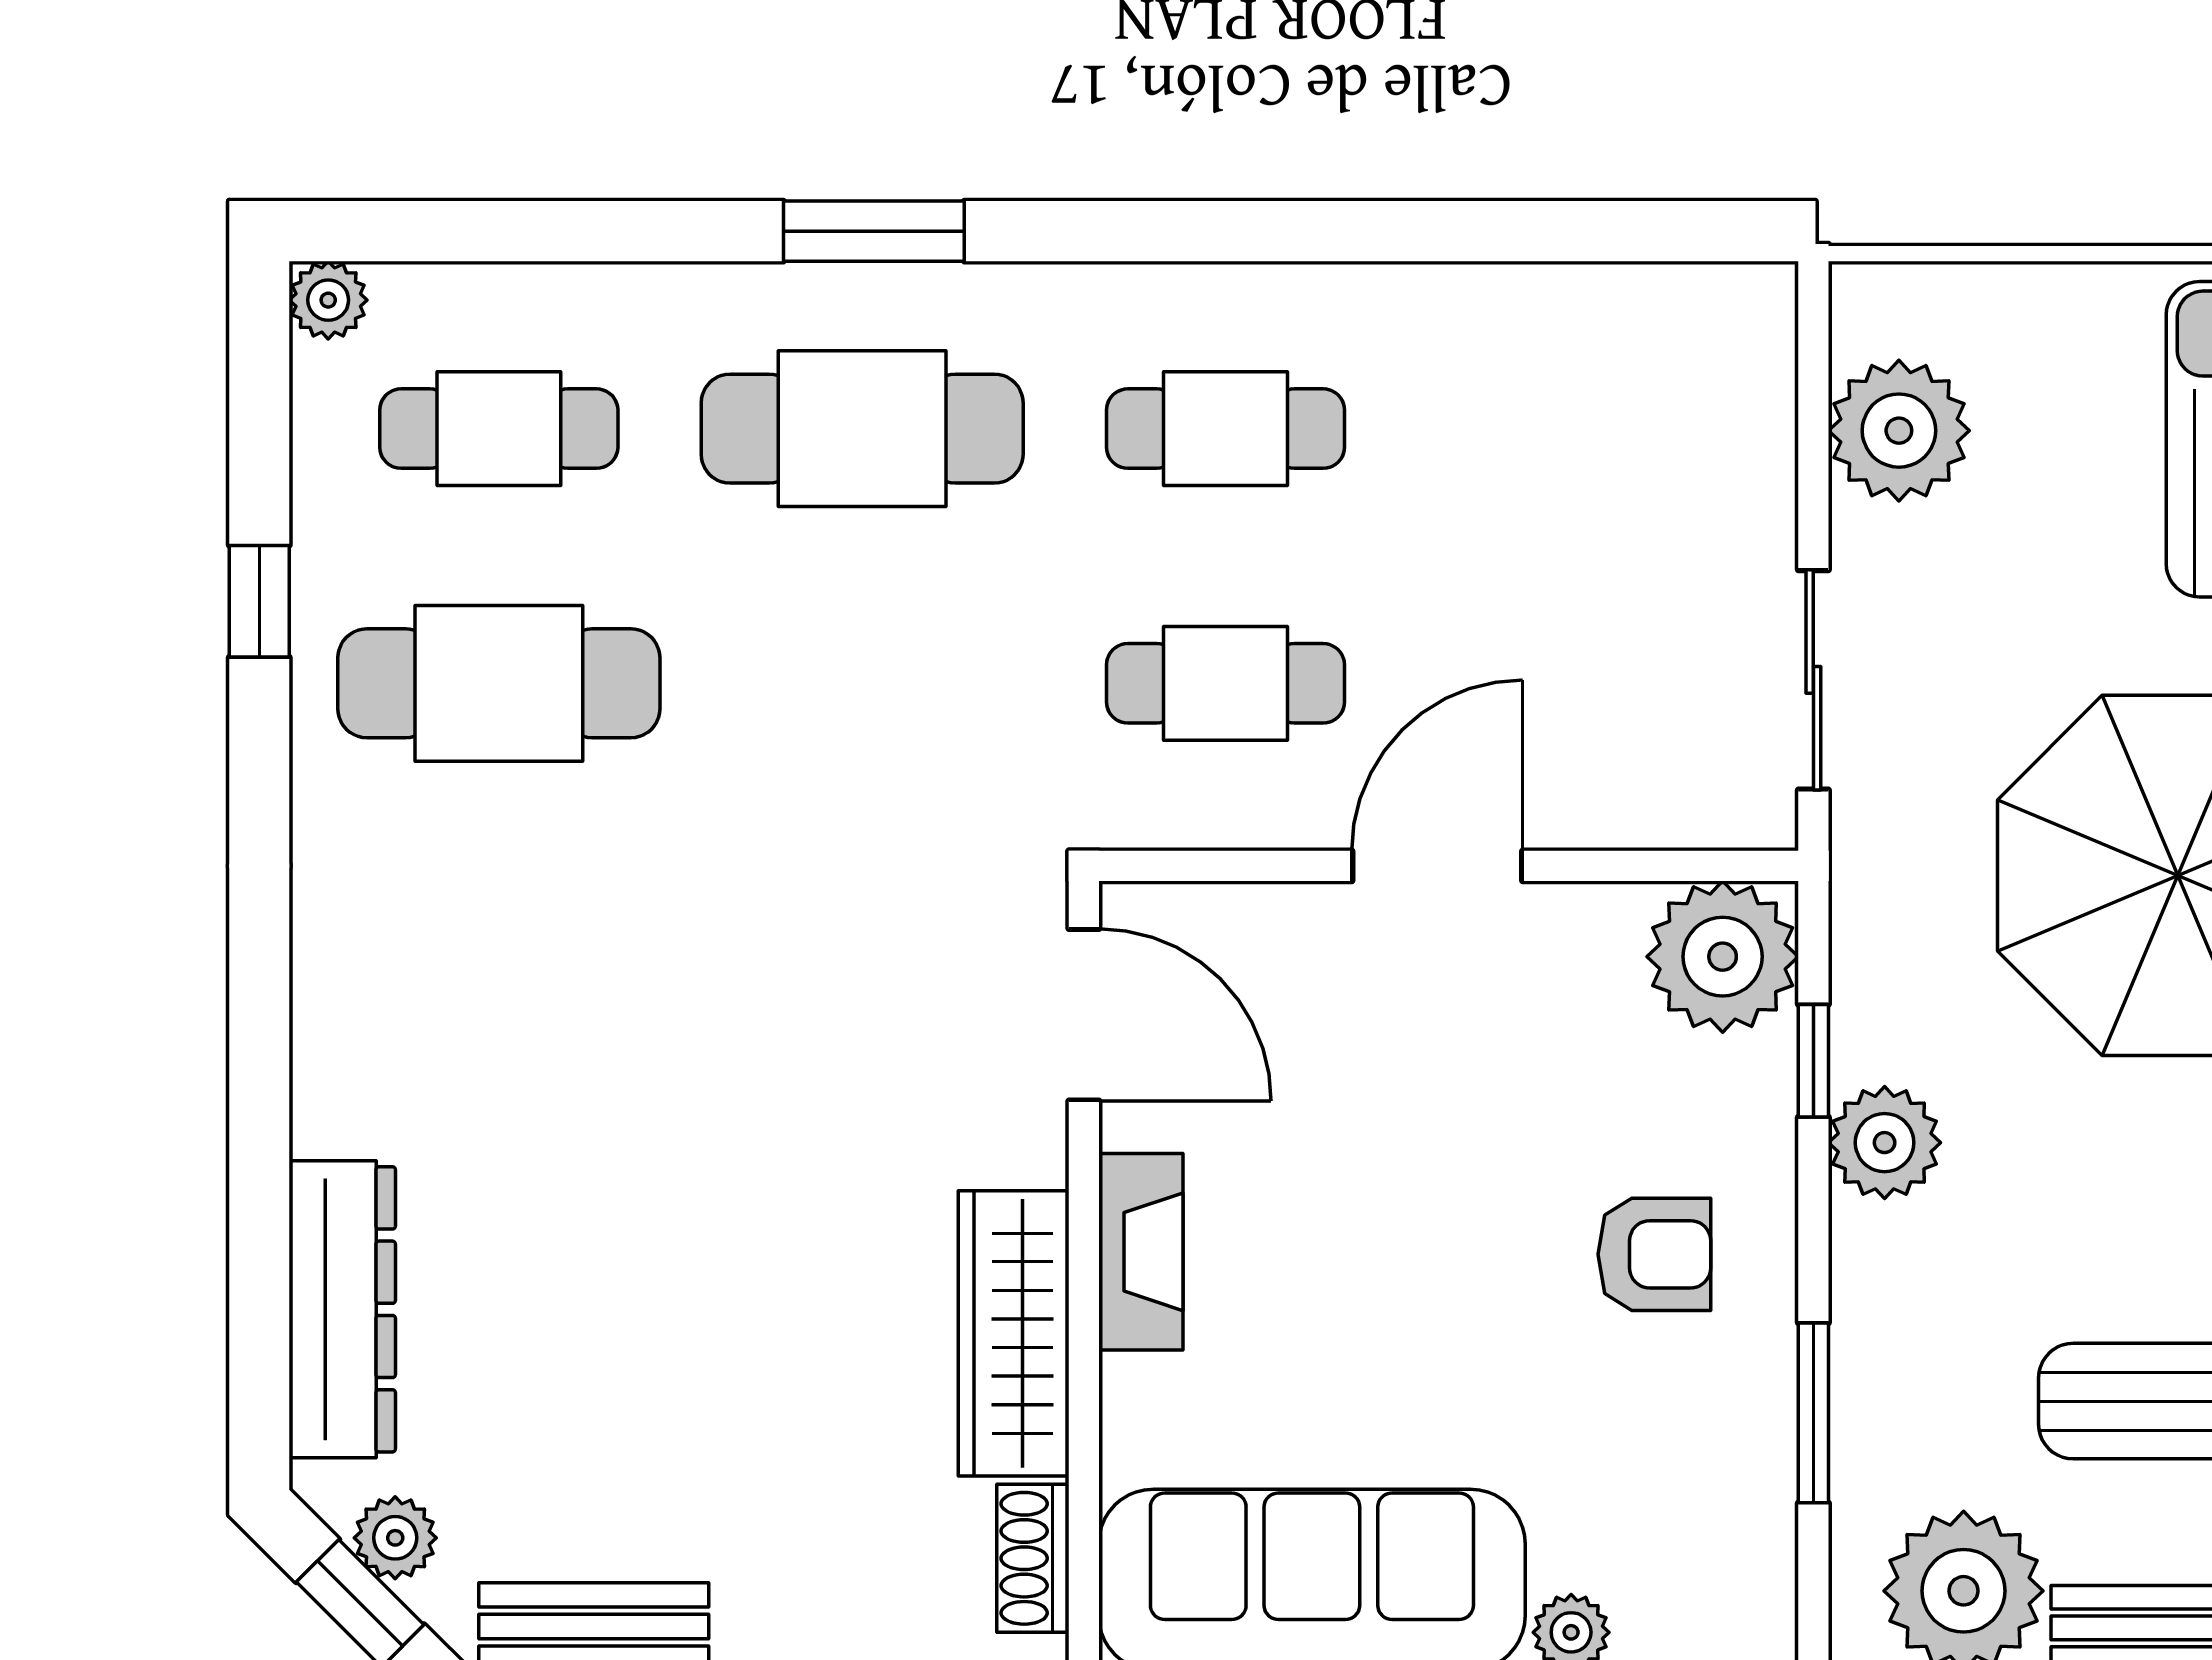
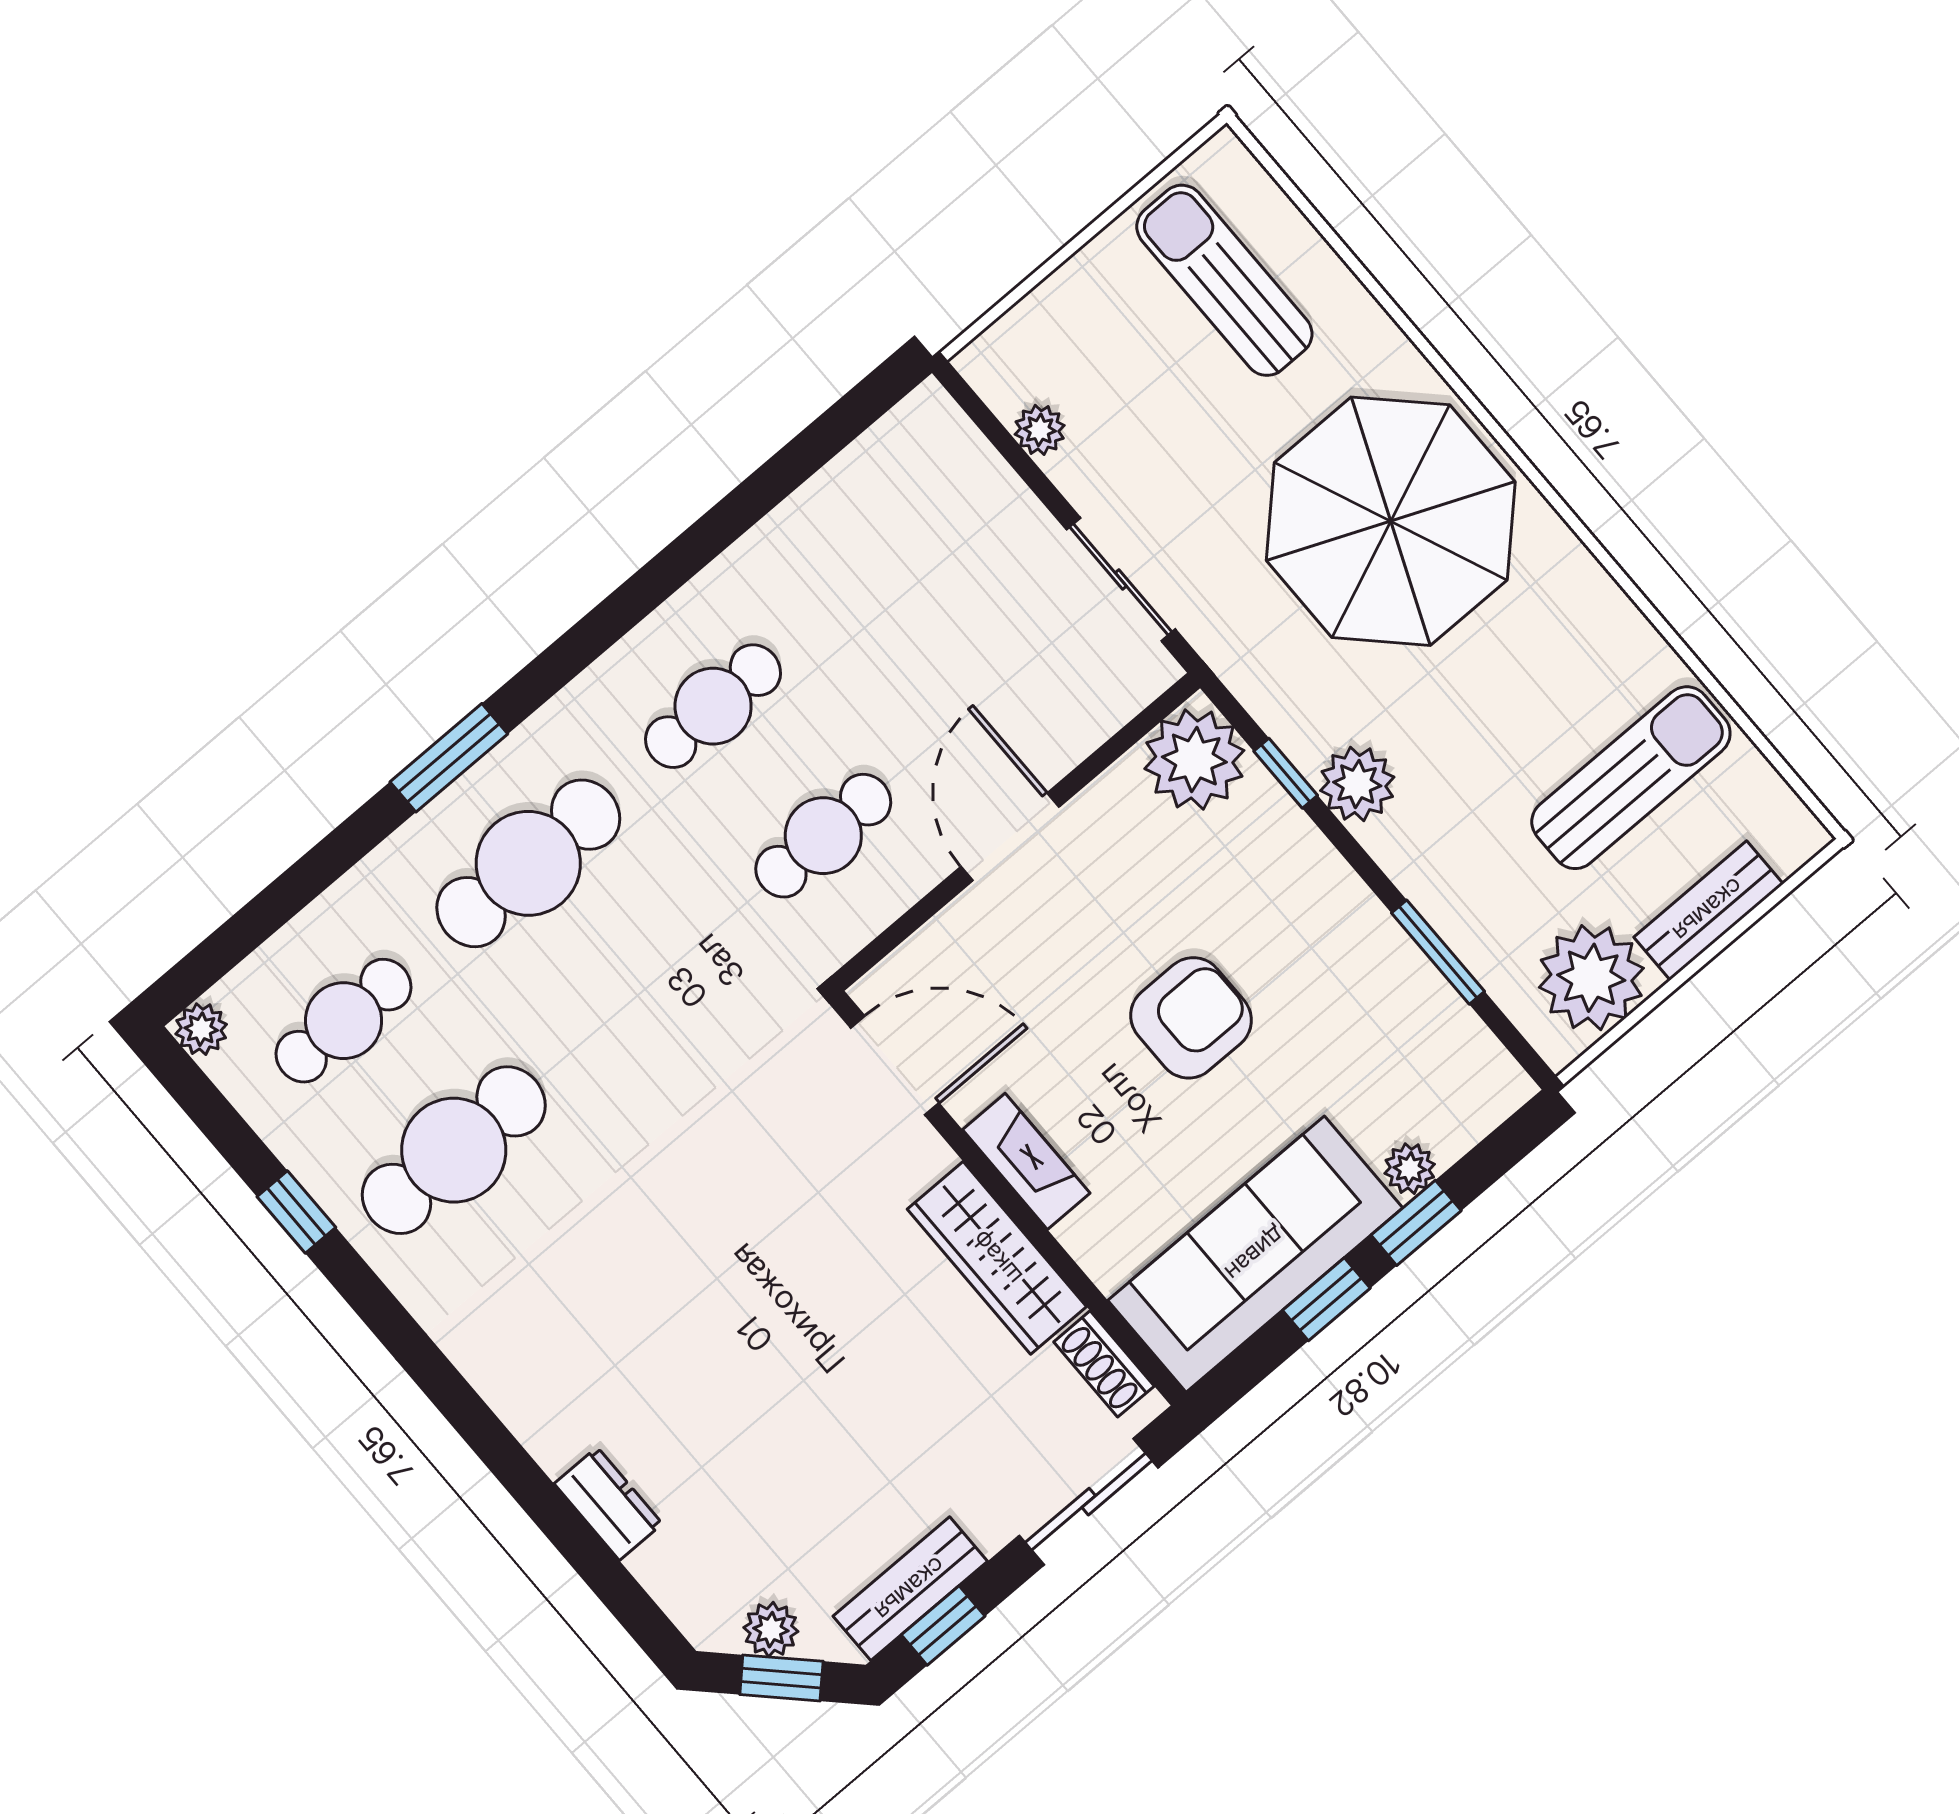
plant: (1899, 431) -> (1040, 430), width x0.53, depth x0.53
armchair: (1654, 1254) -> (1191, 1018), moved, width x1.38, depth x1.38
dresser: (342, 1309) -> (608, 1504), width x0.51, depth x0.80

